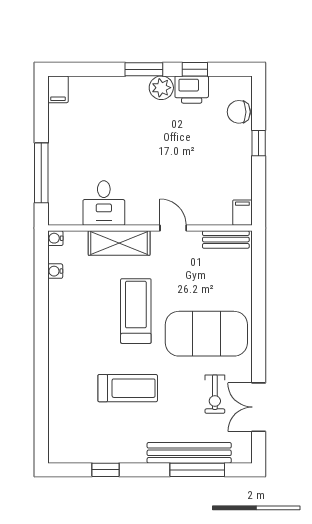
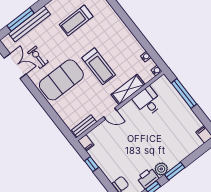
window: (259, 143) -> (92, 164), moved
treadmill: (128, 388) -> (76, 20), moved

